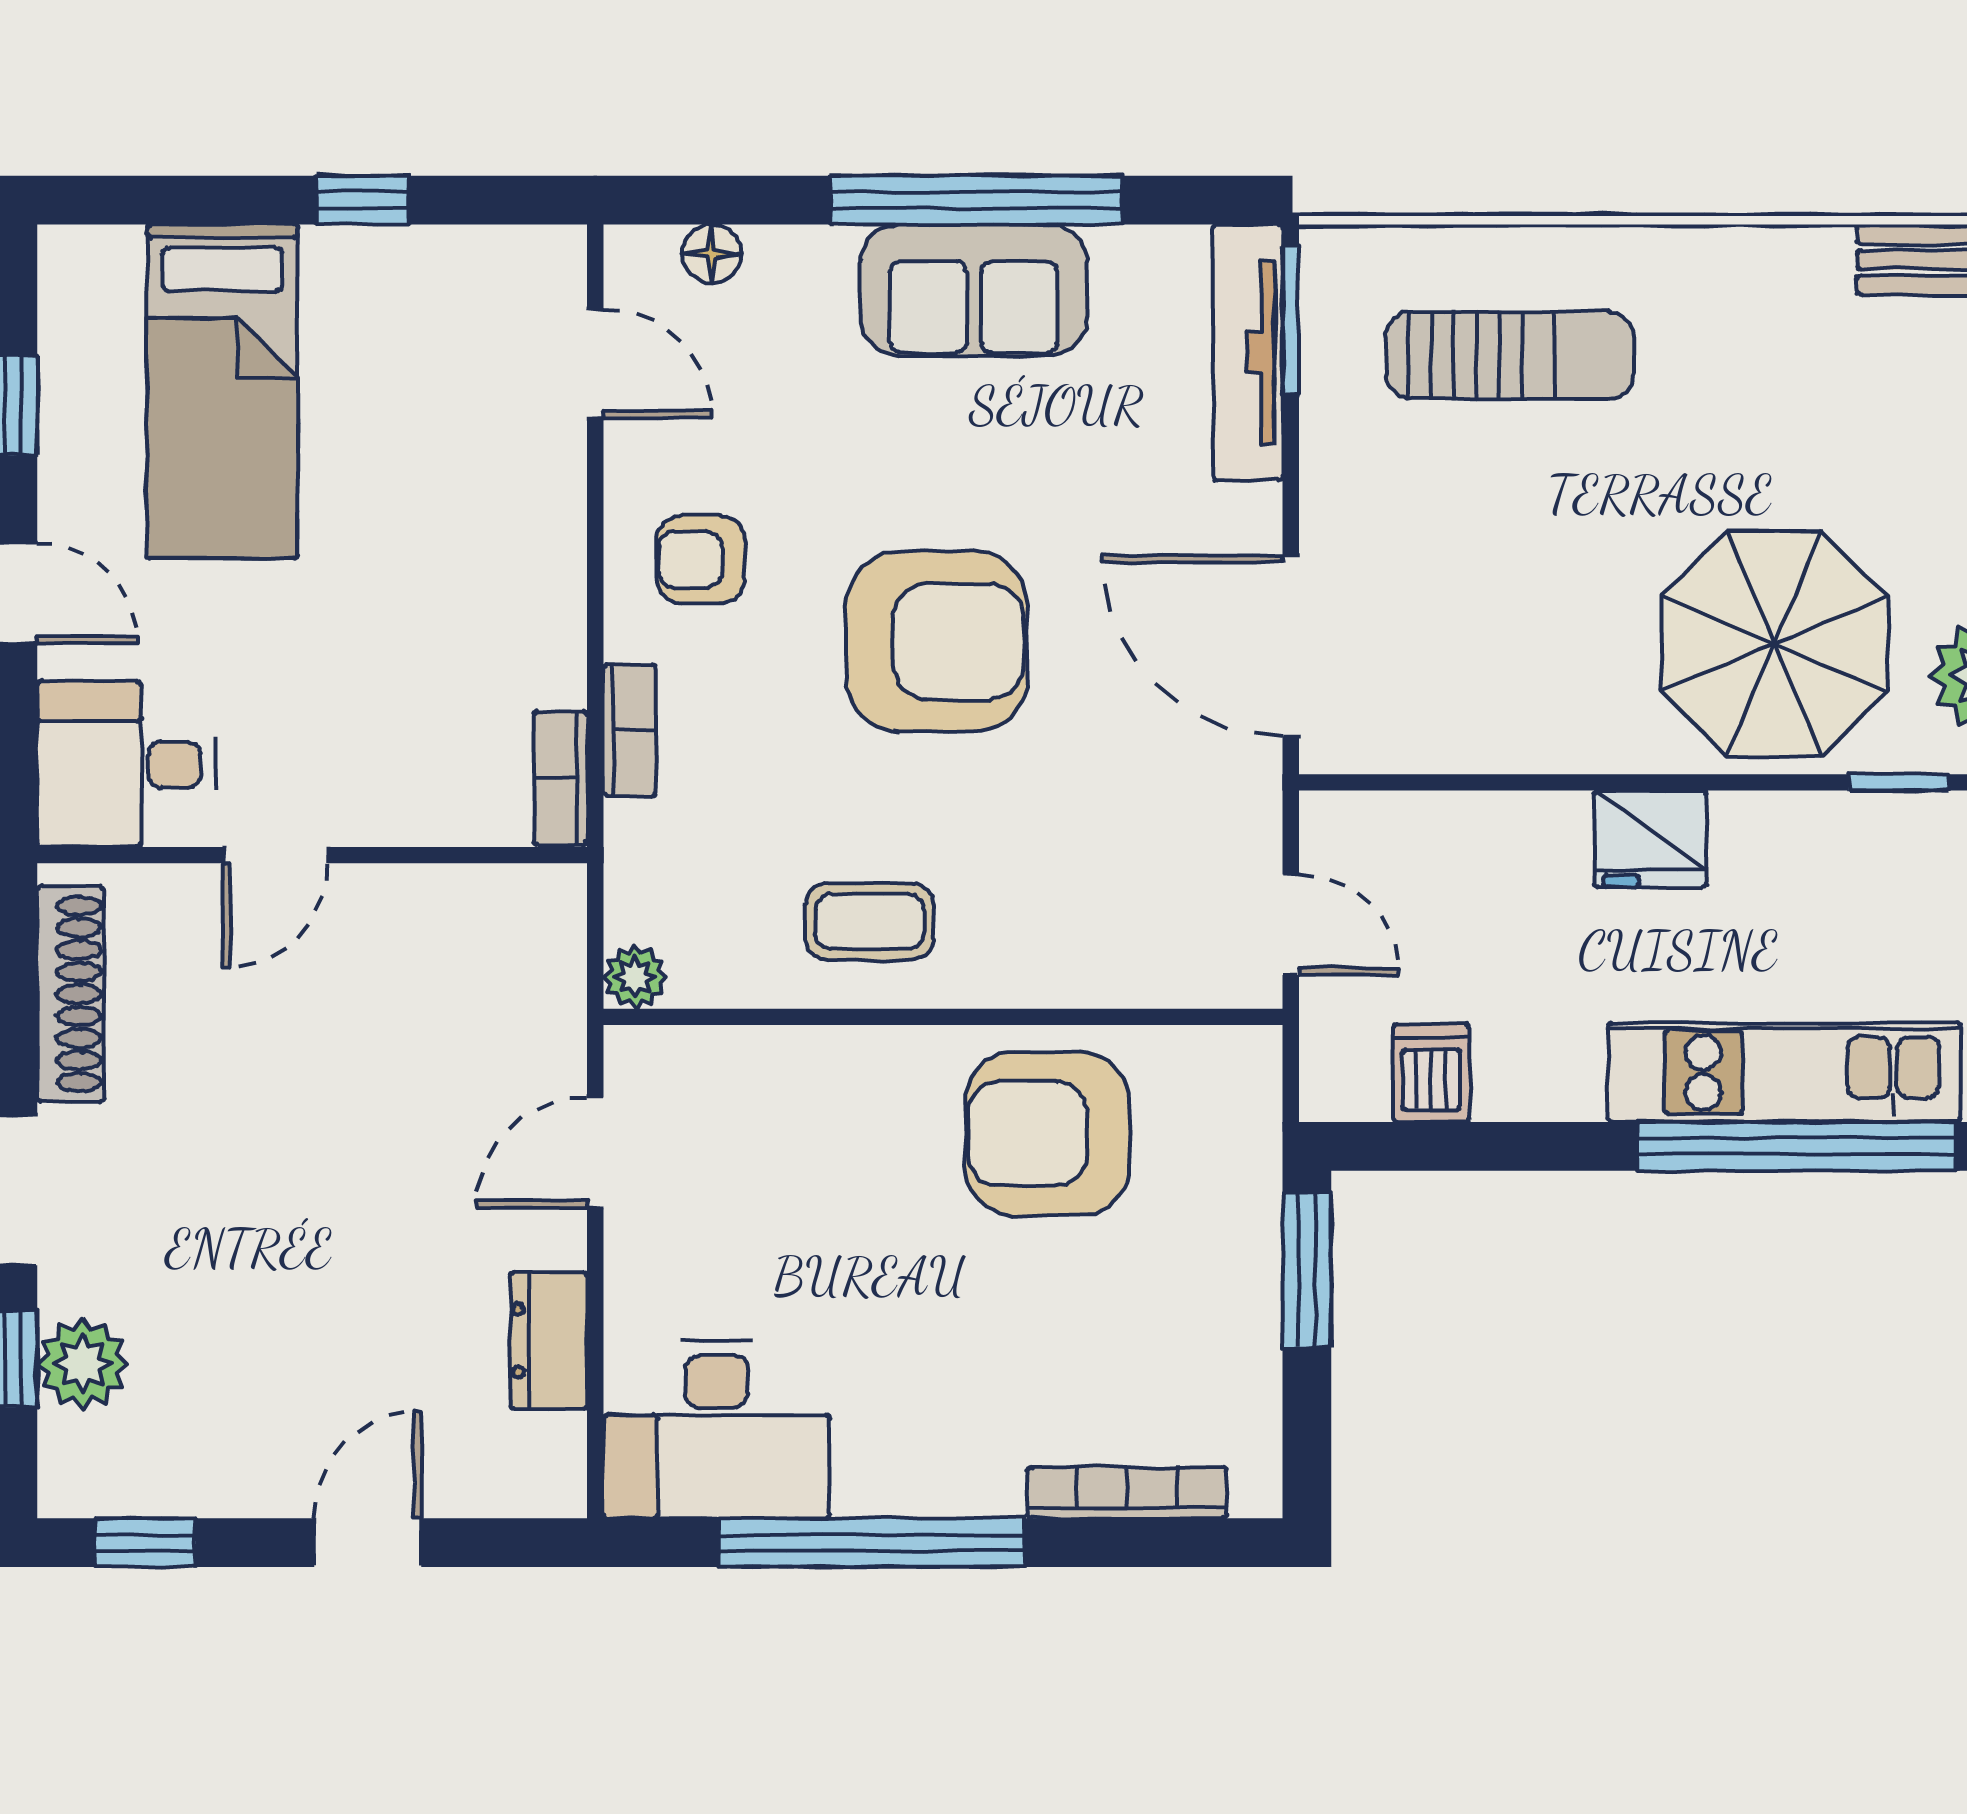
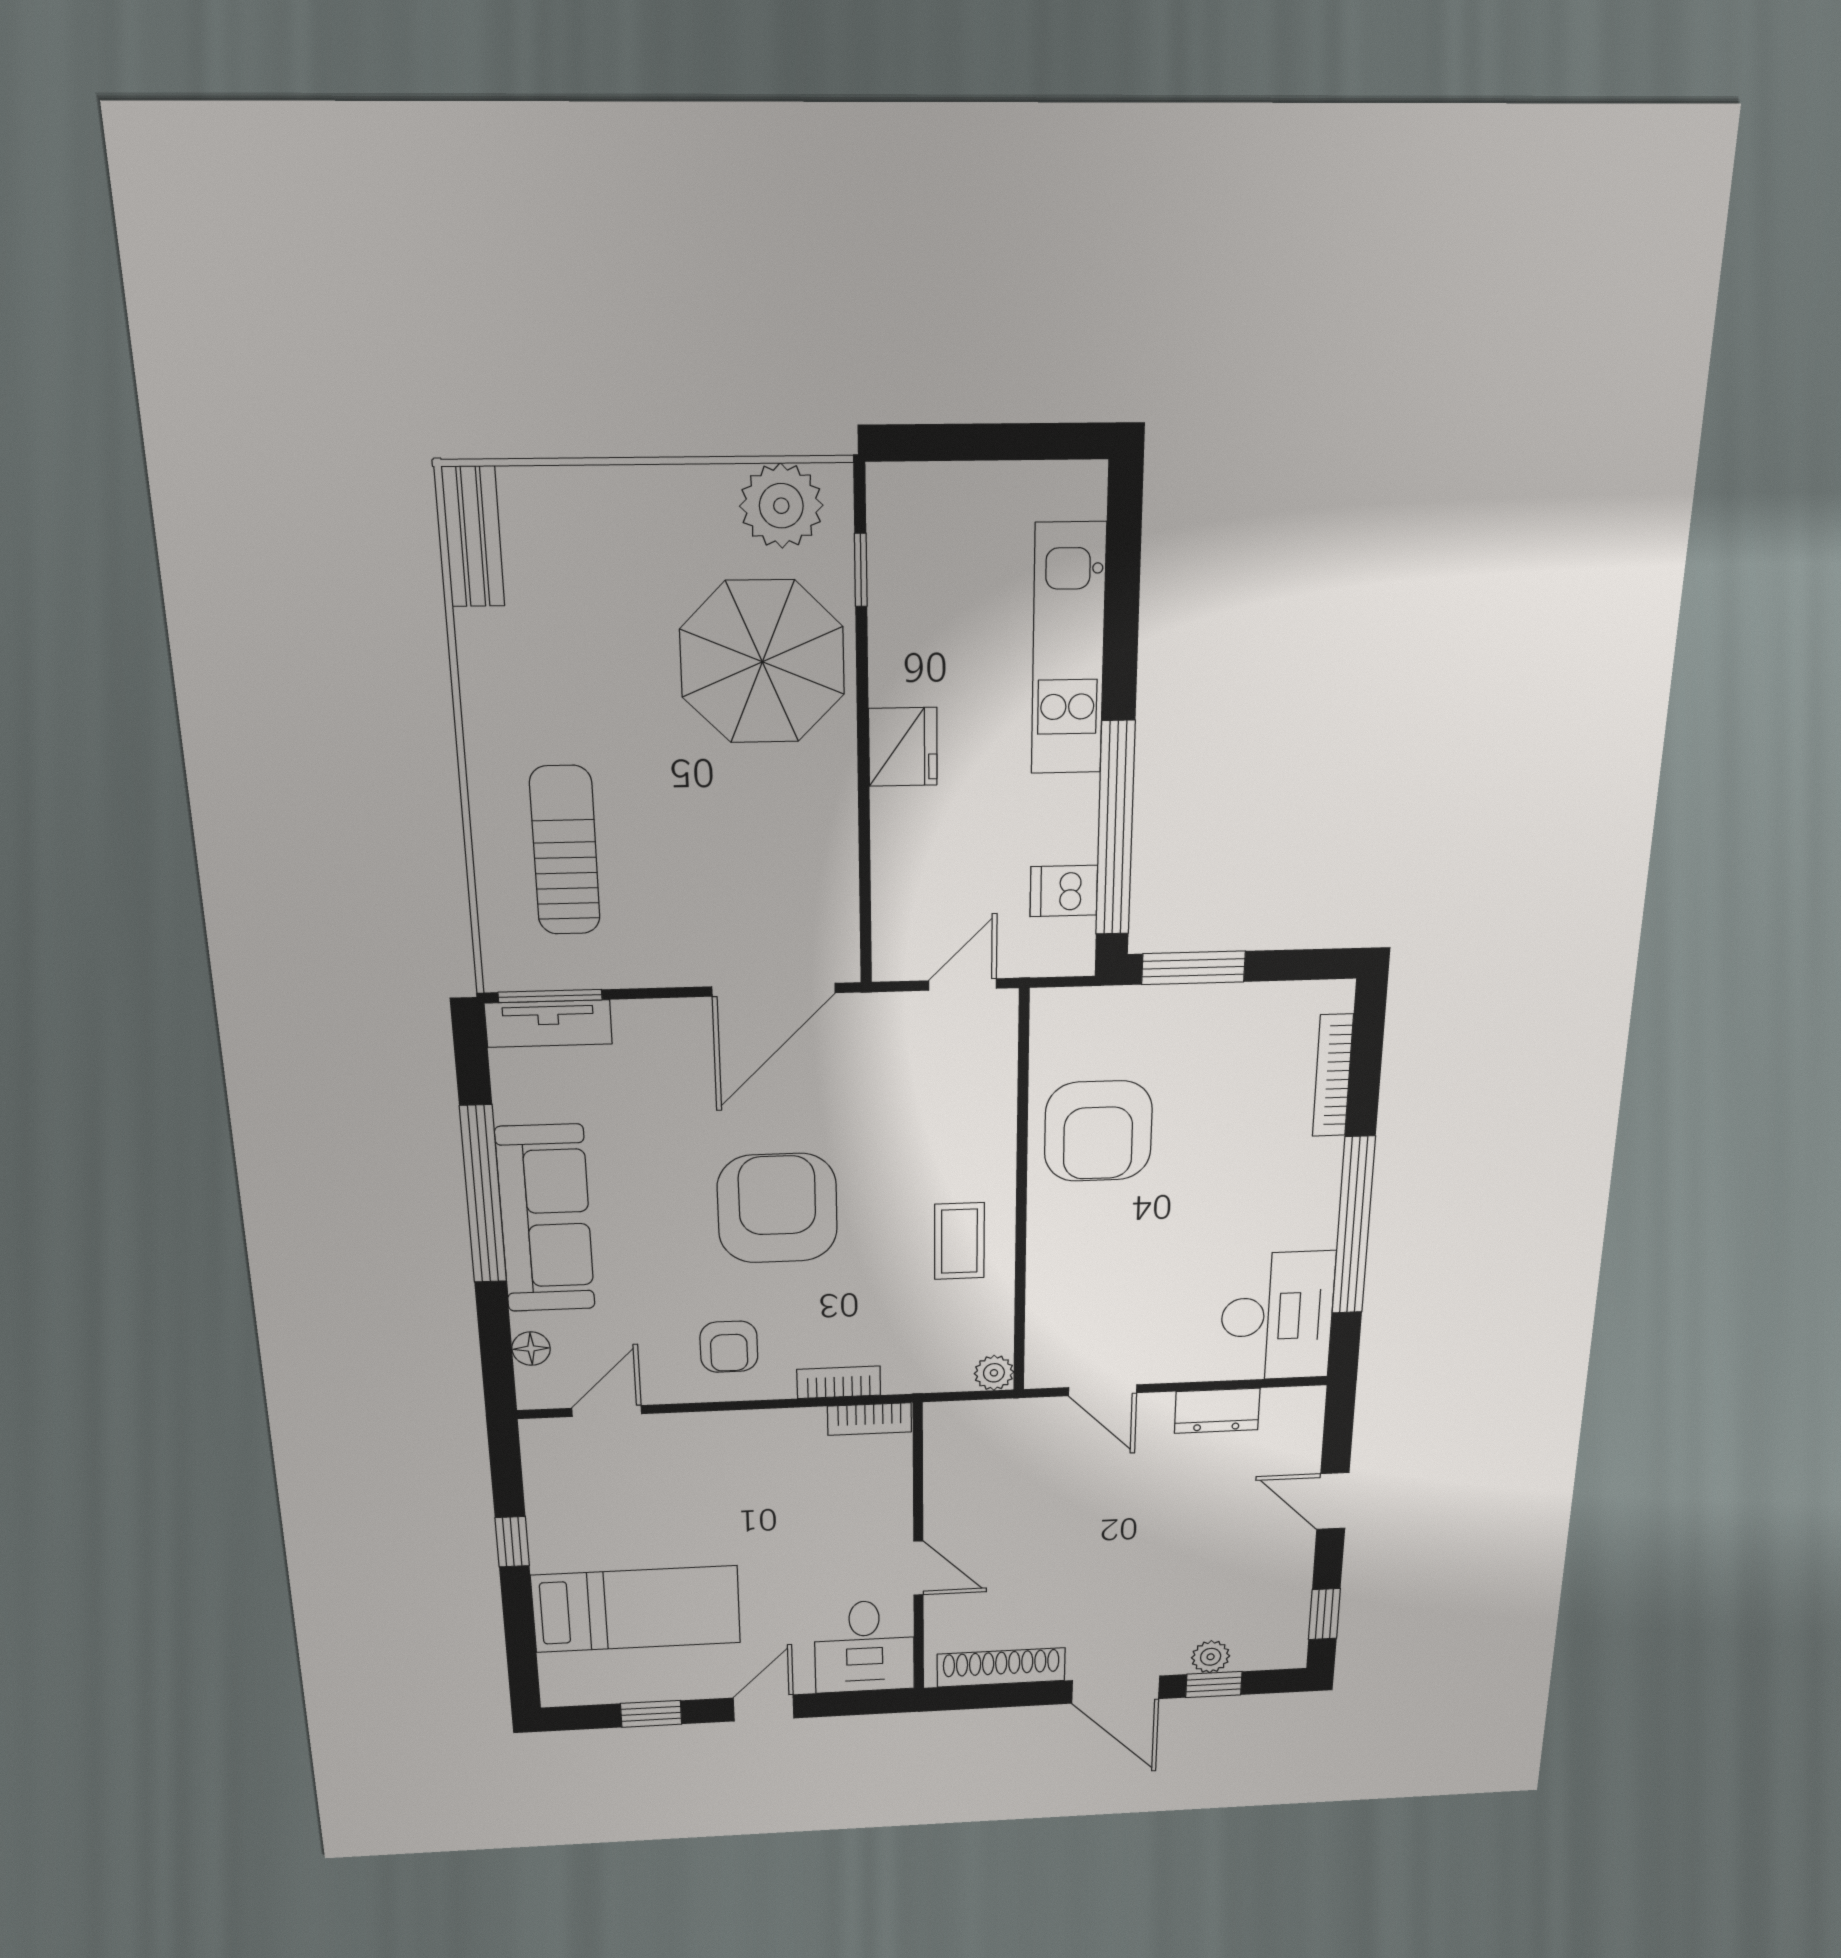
sofa: (974, 290) -> (545, 1219), width x1.36
tv unit: (1248, 352) -> (548, 1024), width x0.71
window: (1797, 1146) -> (1115, 829), moved
plant: (83, 1364) -> (1211, 1657), width x0.73, depth x0.73

